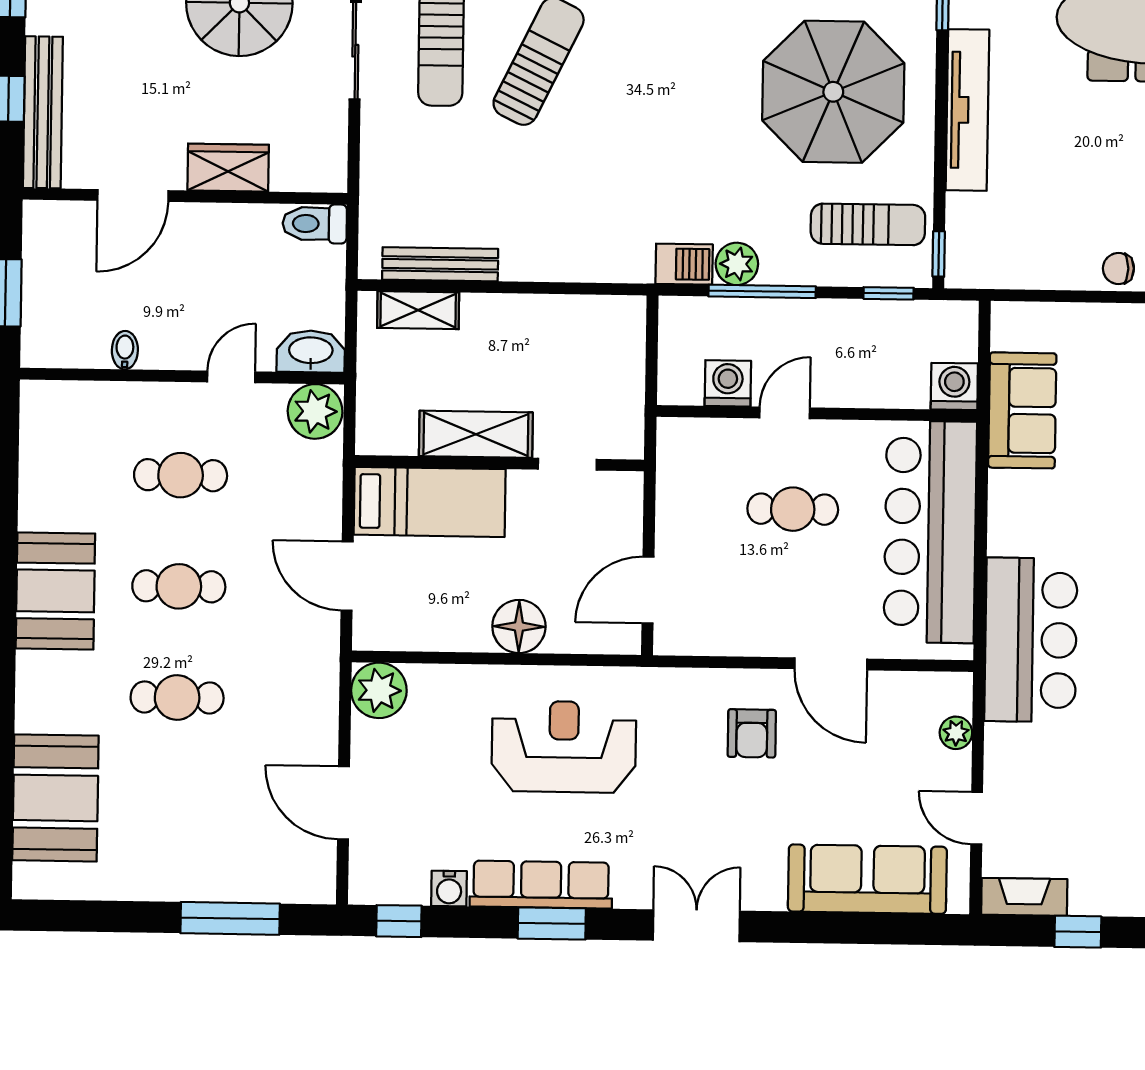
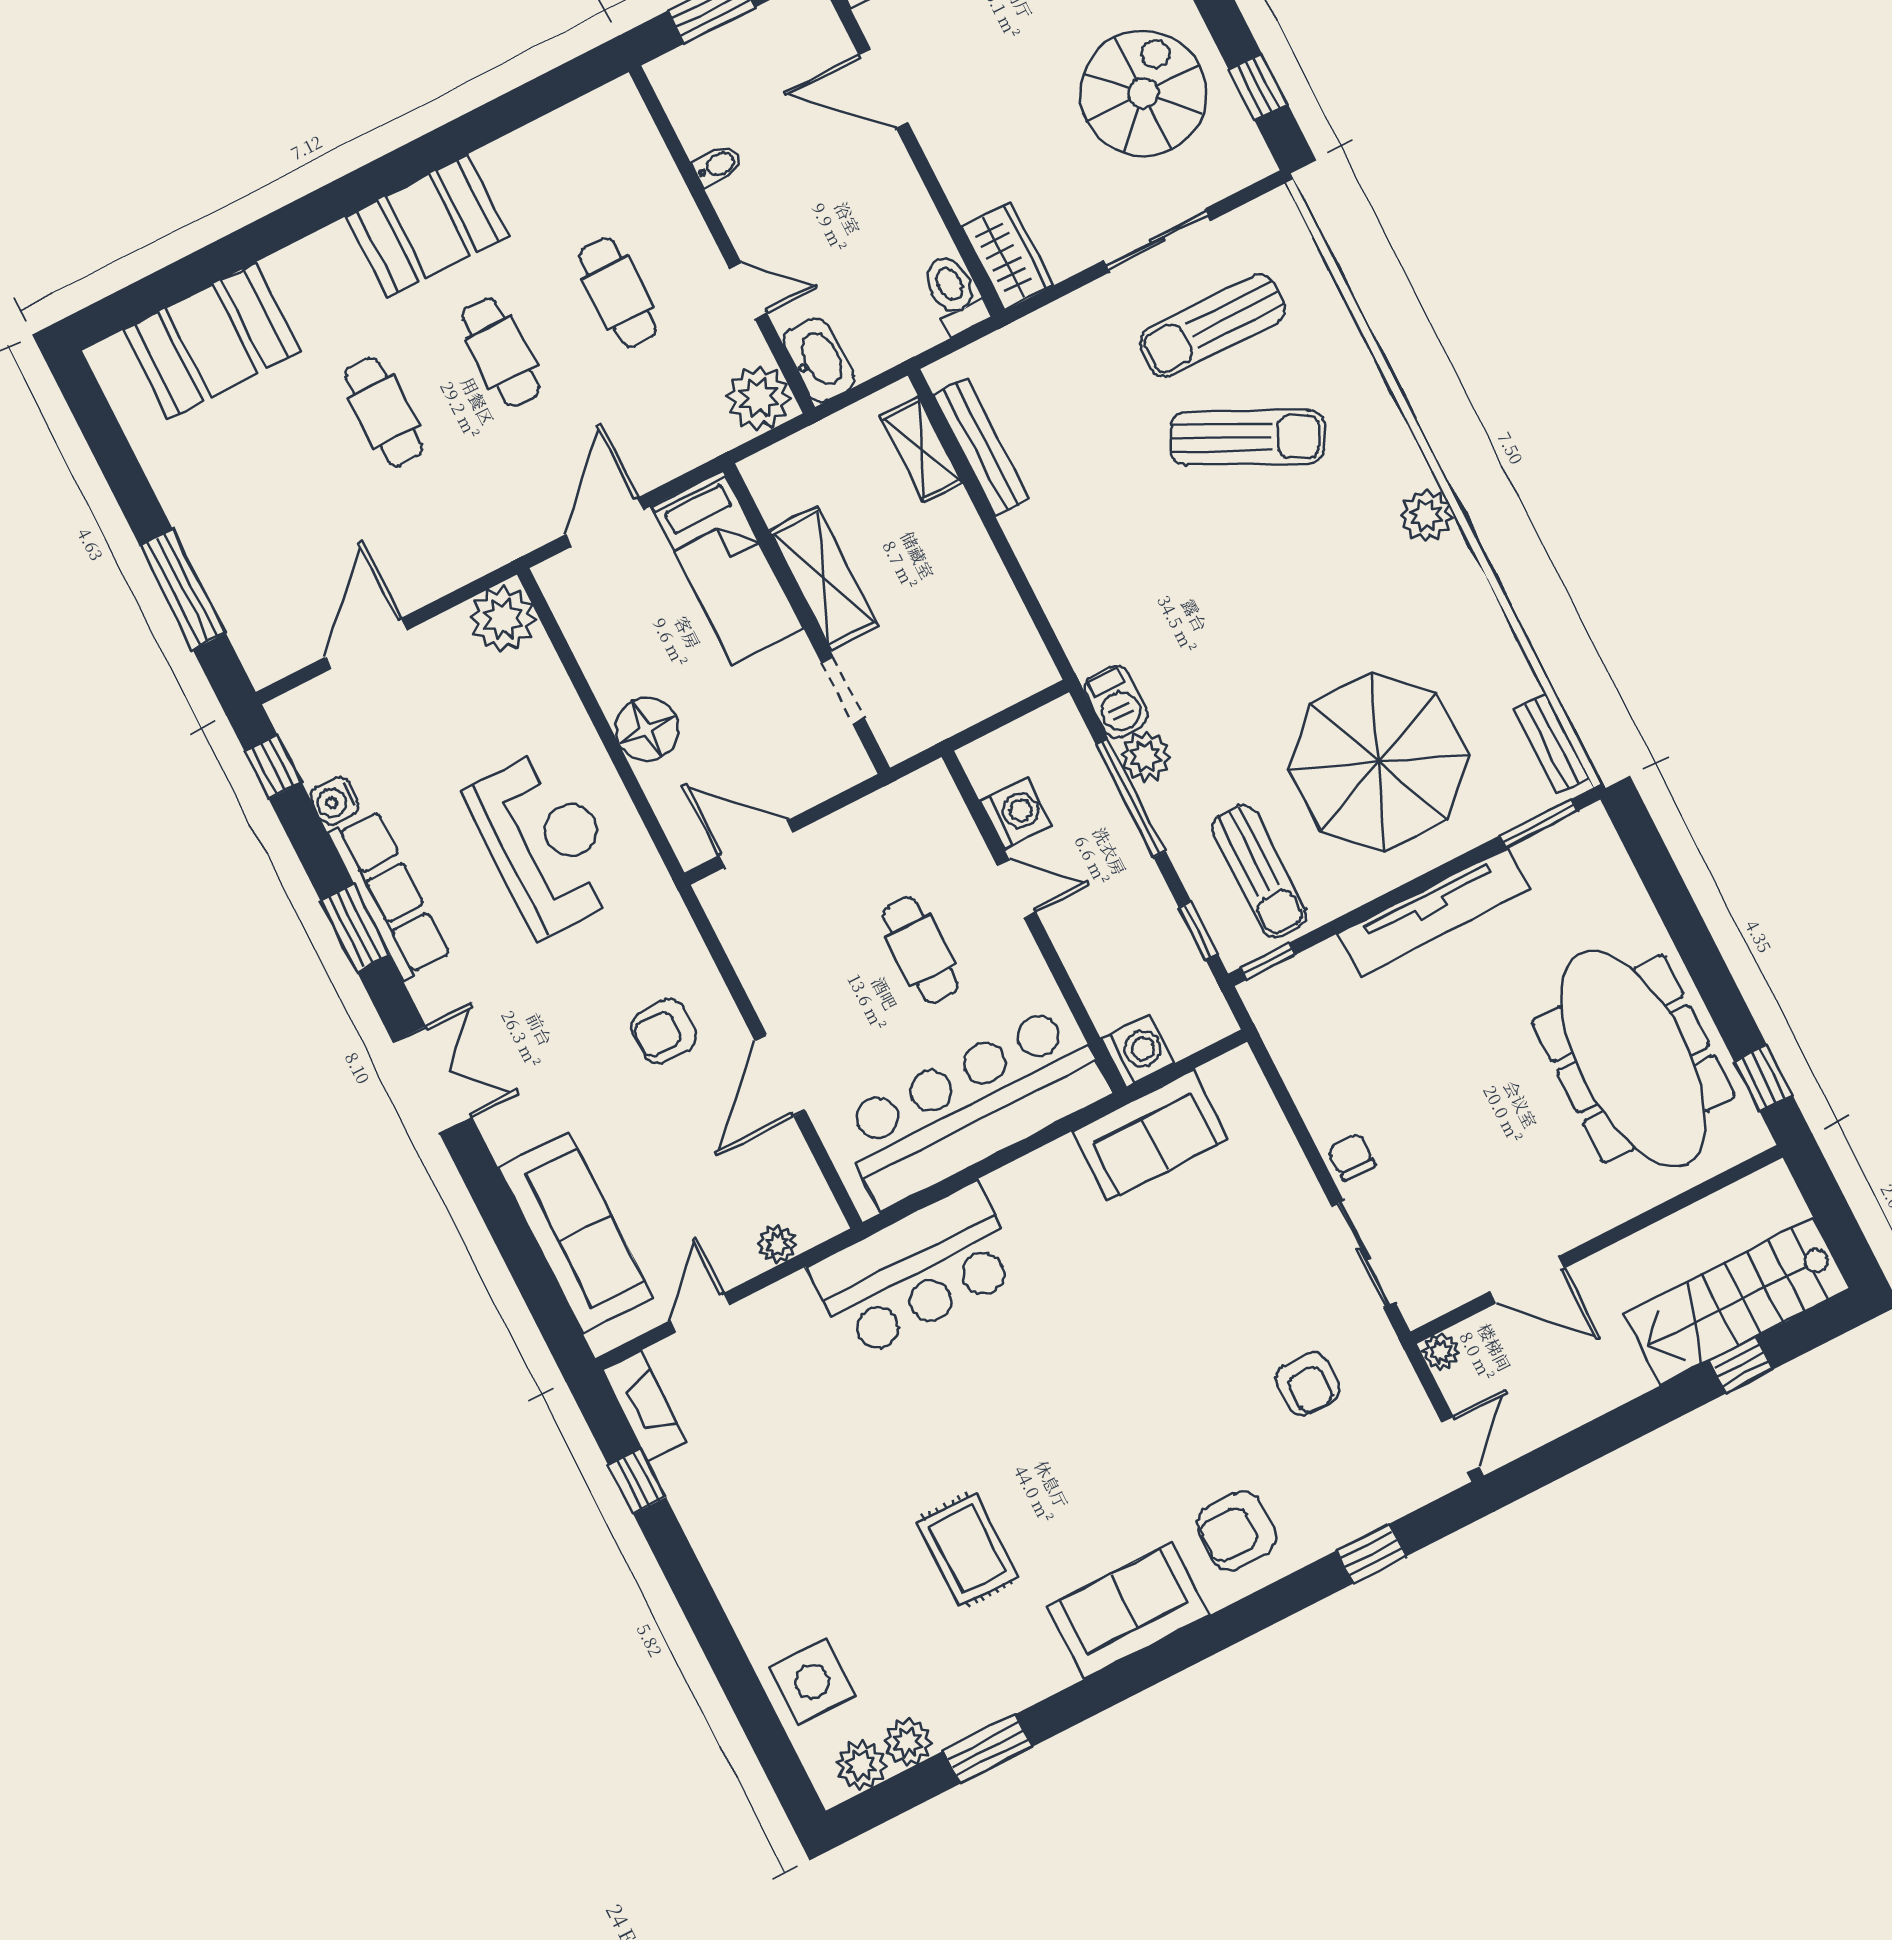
wardrobe: (228, 168) -> (1007, 256), moved

